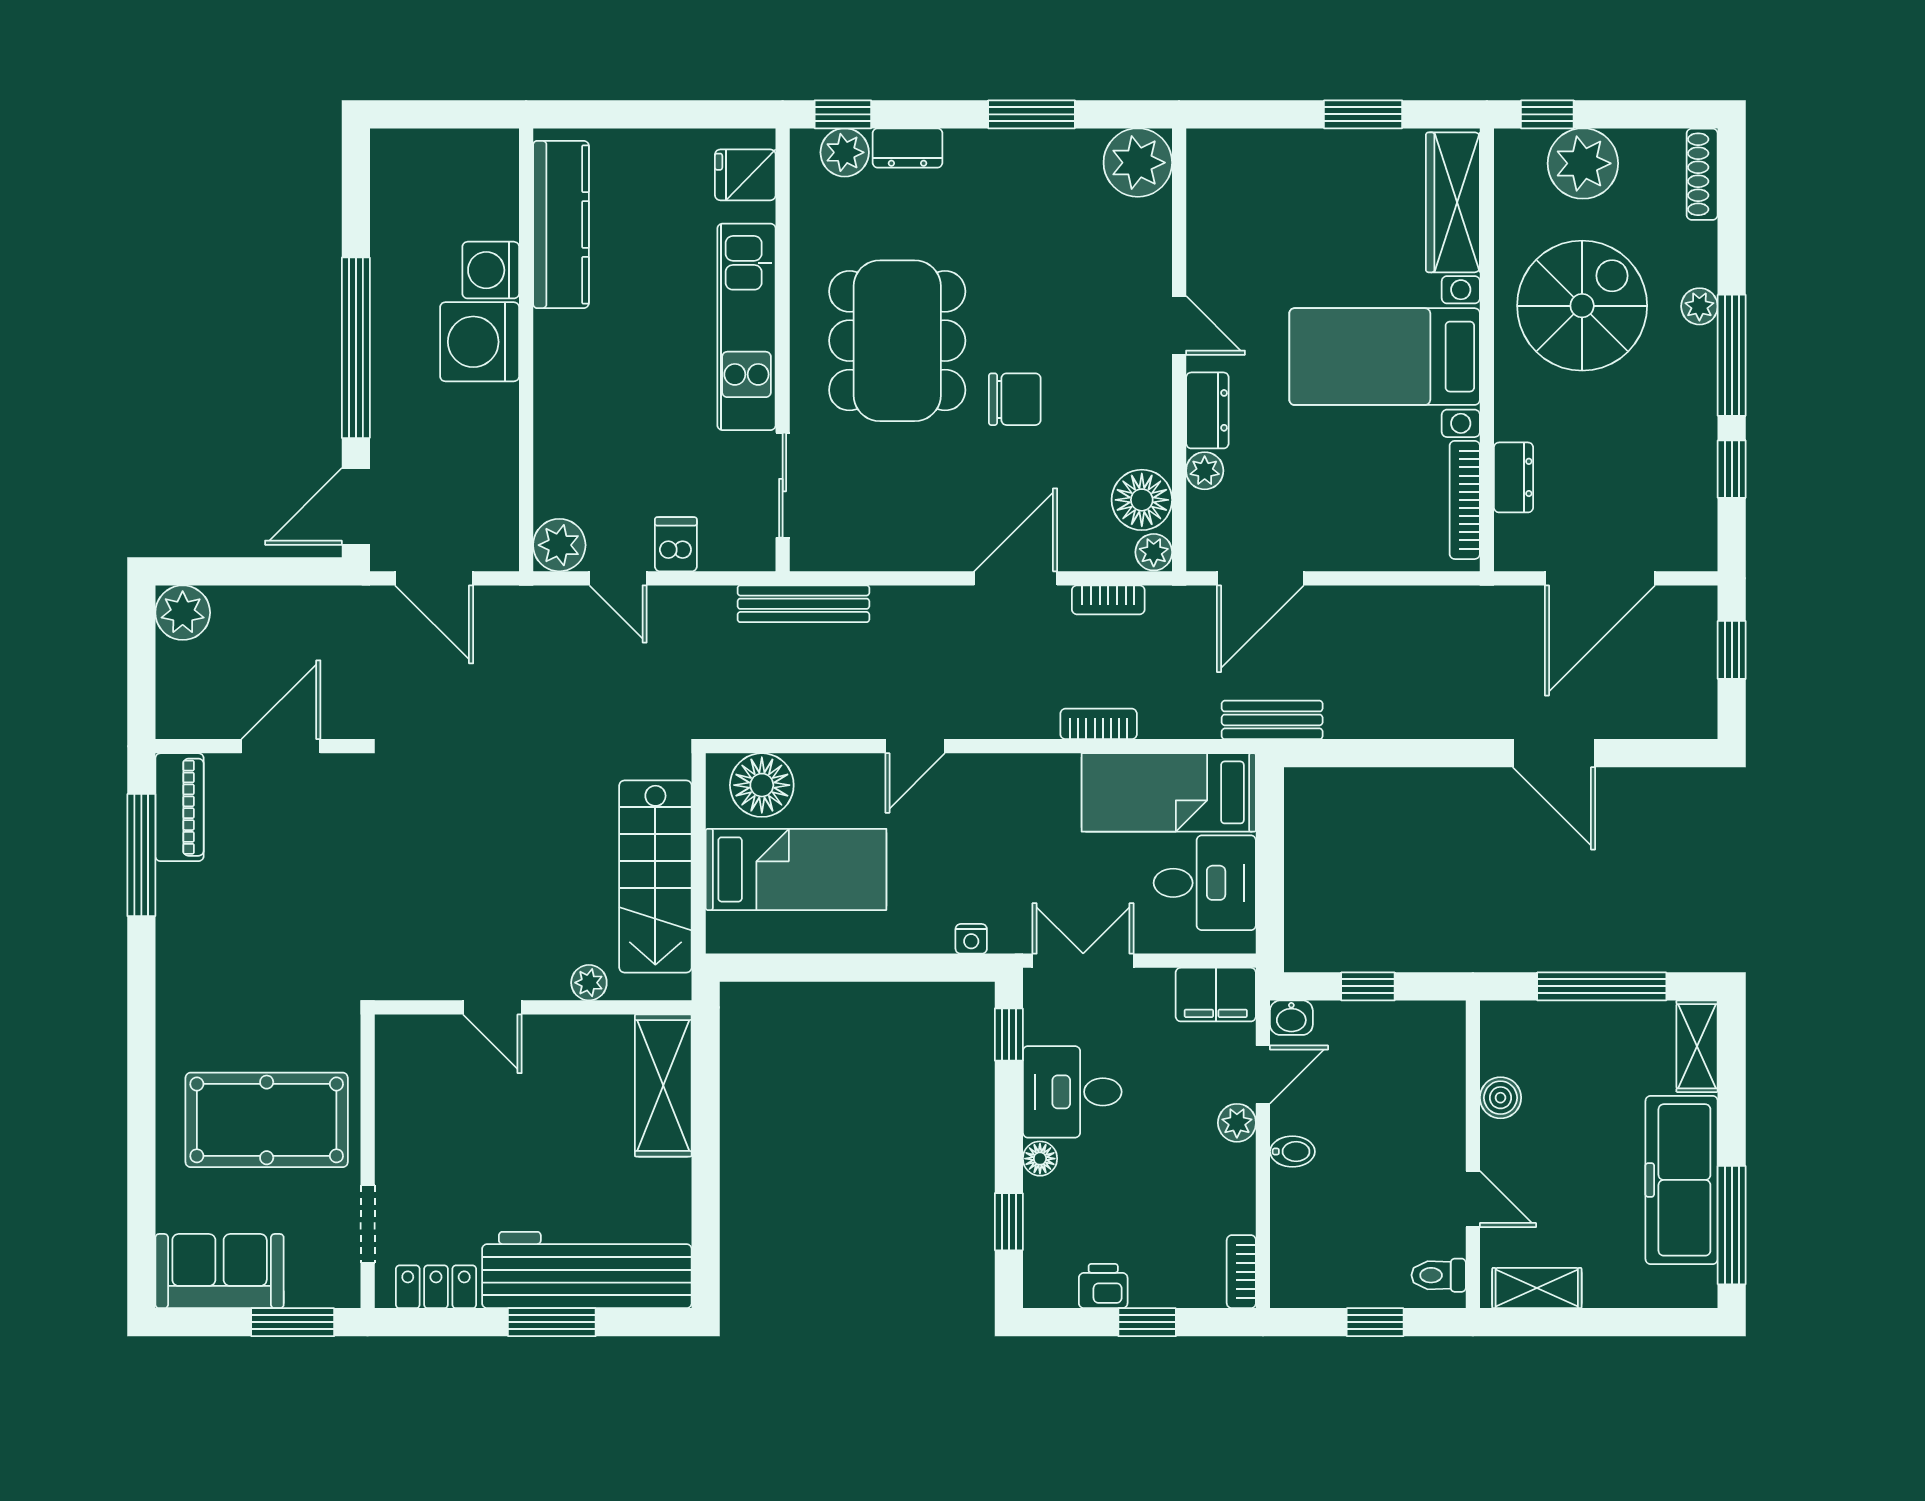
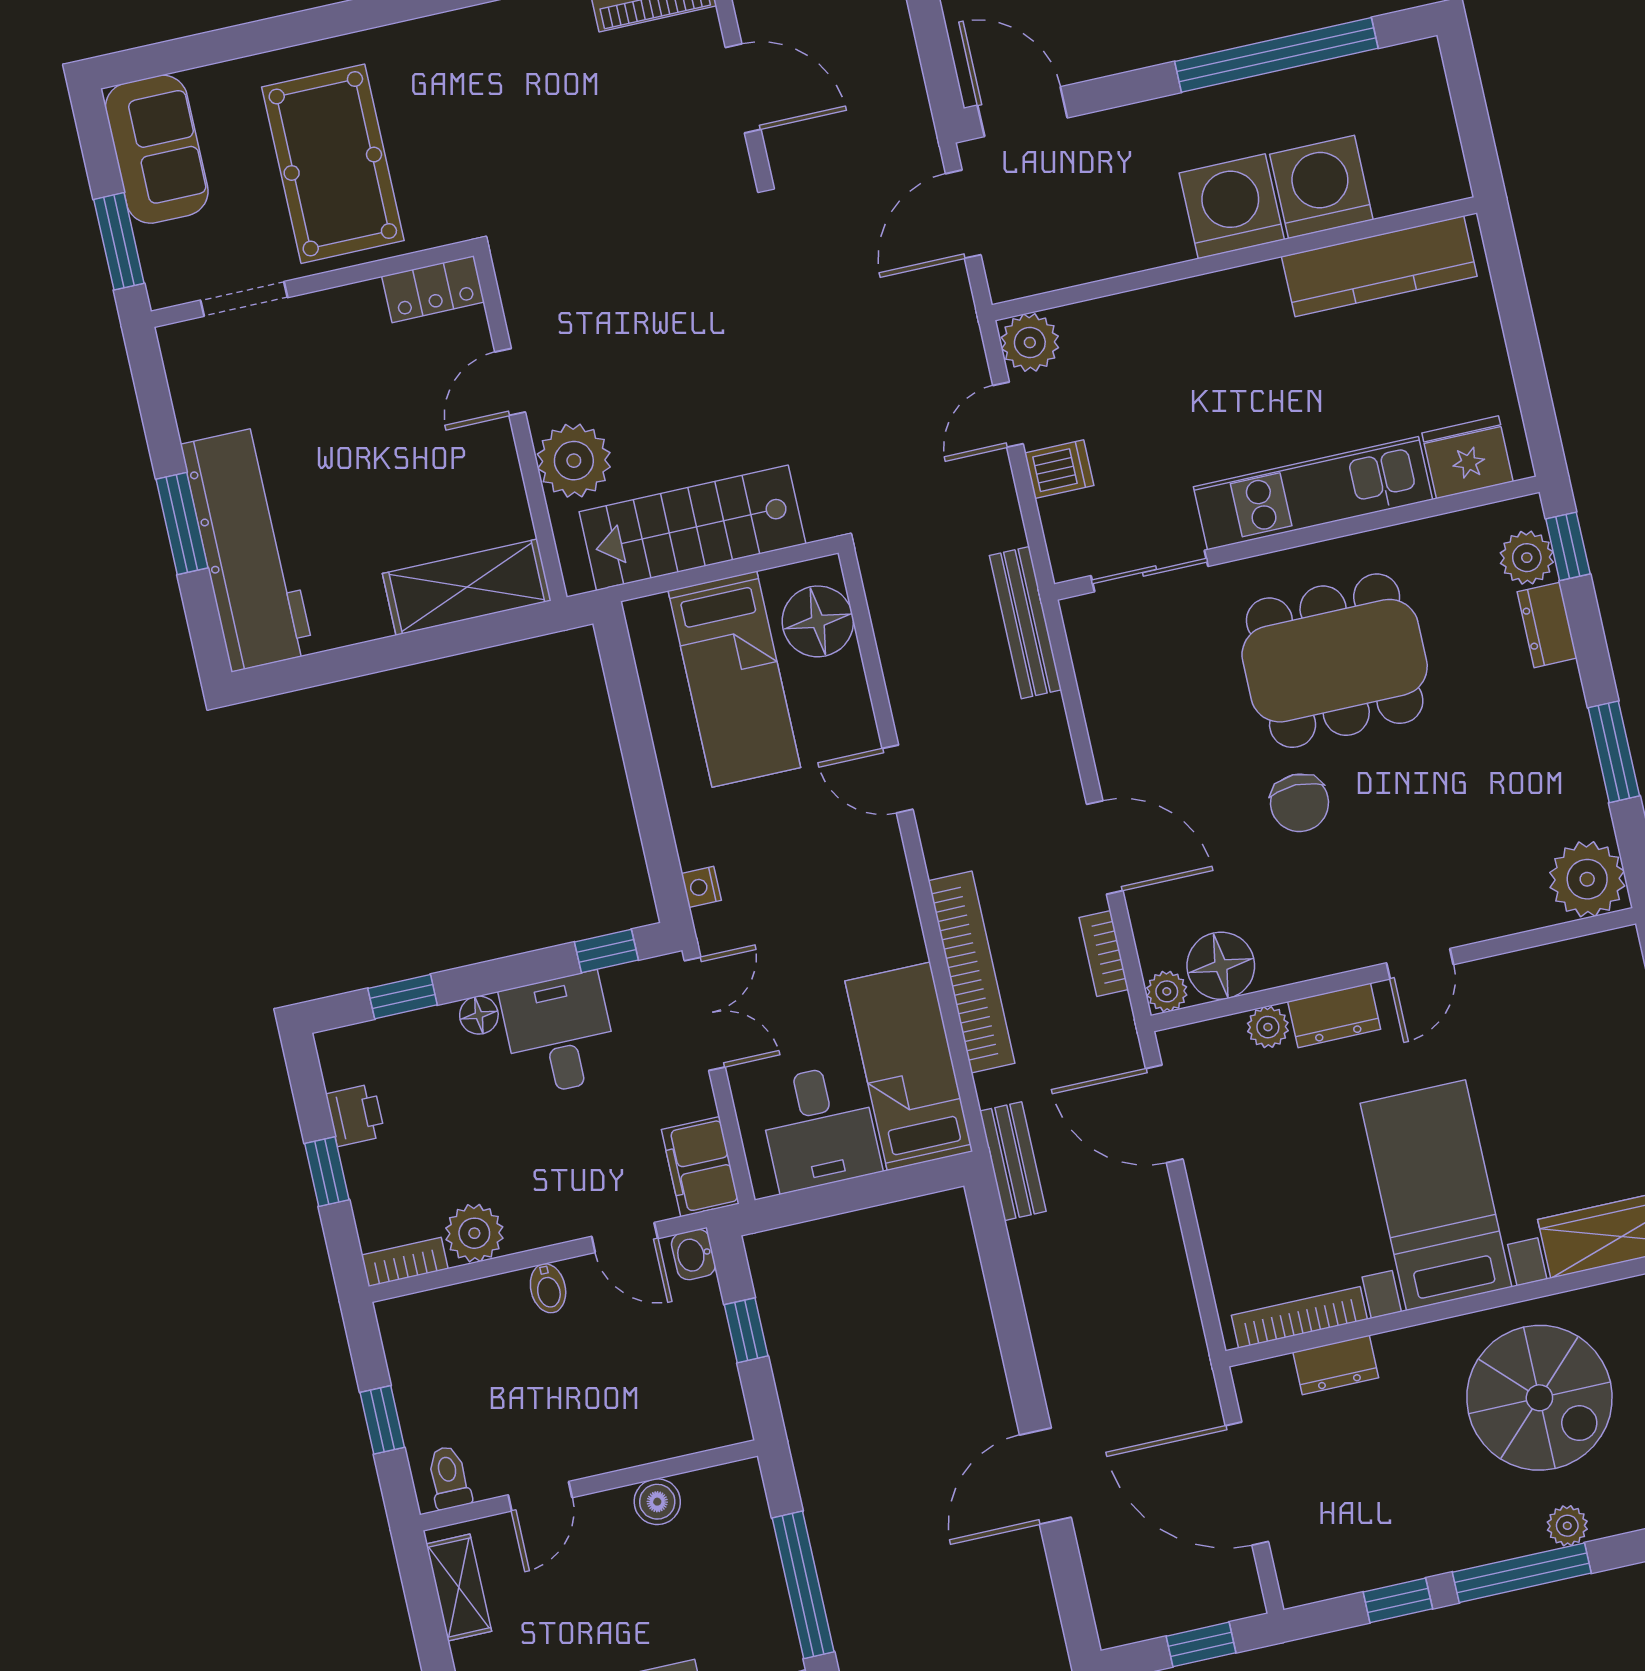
fridge: (745, 175) -> (1468, 457), width x1.38
washing machine: (491, 270) -> (1321, 187), width x1.37, depth x1.37
window: (356, 348) -> (1276, 55), moved
bookcase: (1099, 724) -> (972, 972), width x2.31, depth x1.31
plant: (589, 983) -> (574, 461), width x1.88, depth x1.88
plant: (1237, 1123) -> (474, 1233), moved, width x1.38, depth x1.38
locker: (436, 1287) -> (433, 289), moved, turned 90

